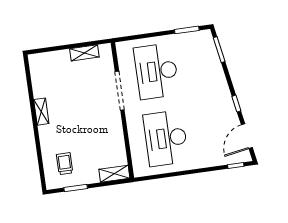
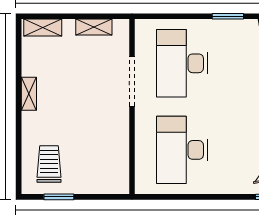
trolley: (65, 164) -> (49, 164), width x1.36, depth x1.39
shelving: (114, 174) -> (43, 27), moved

